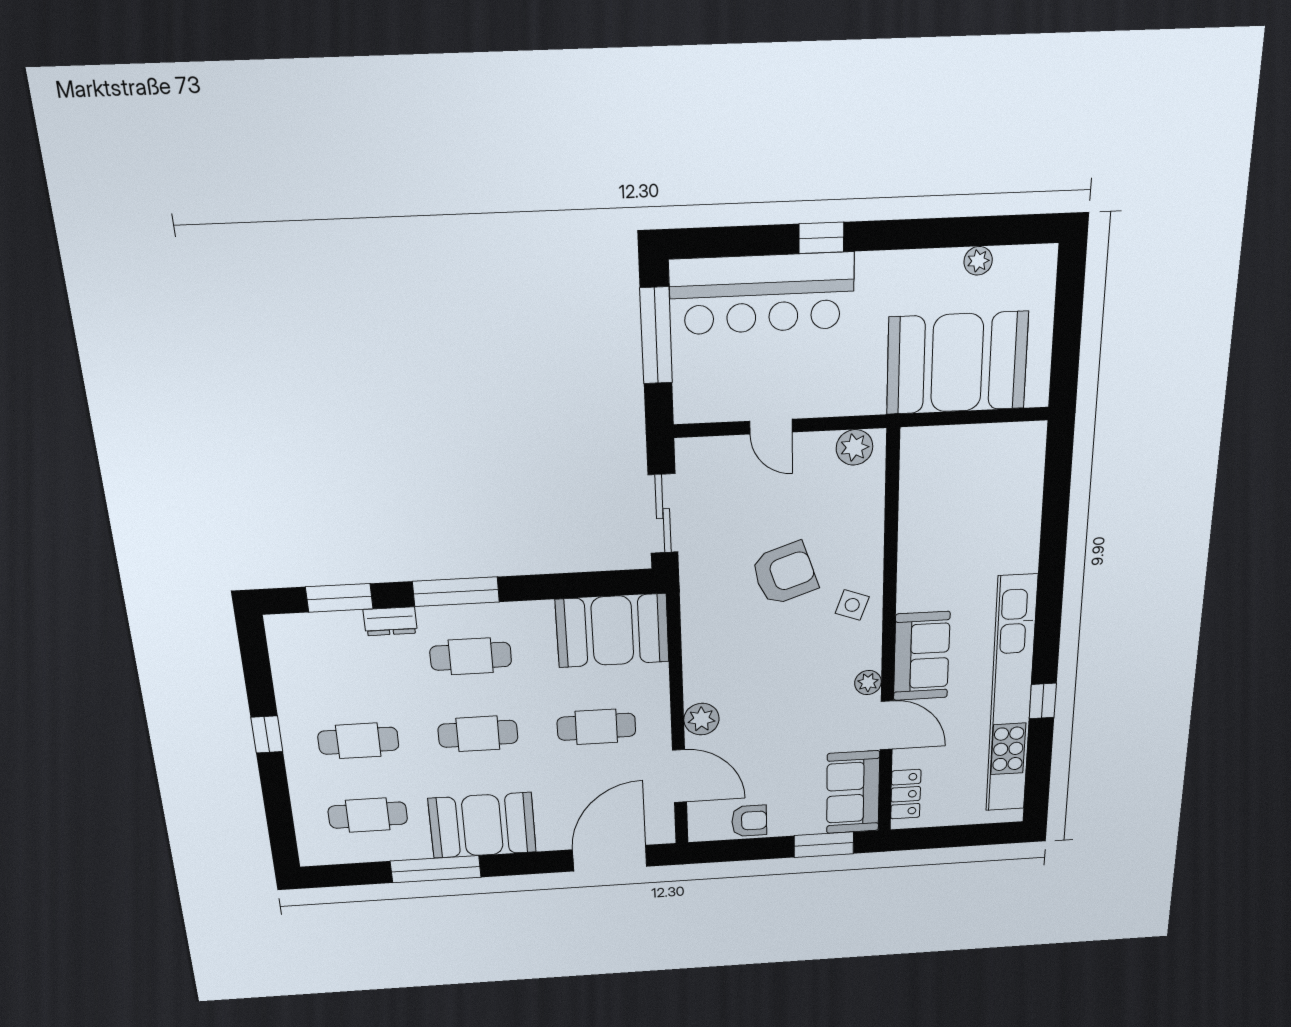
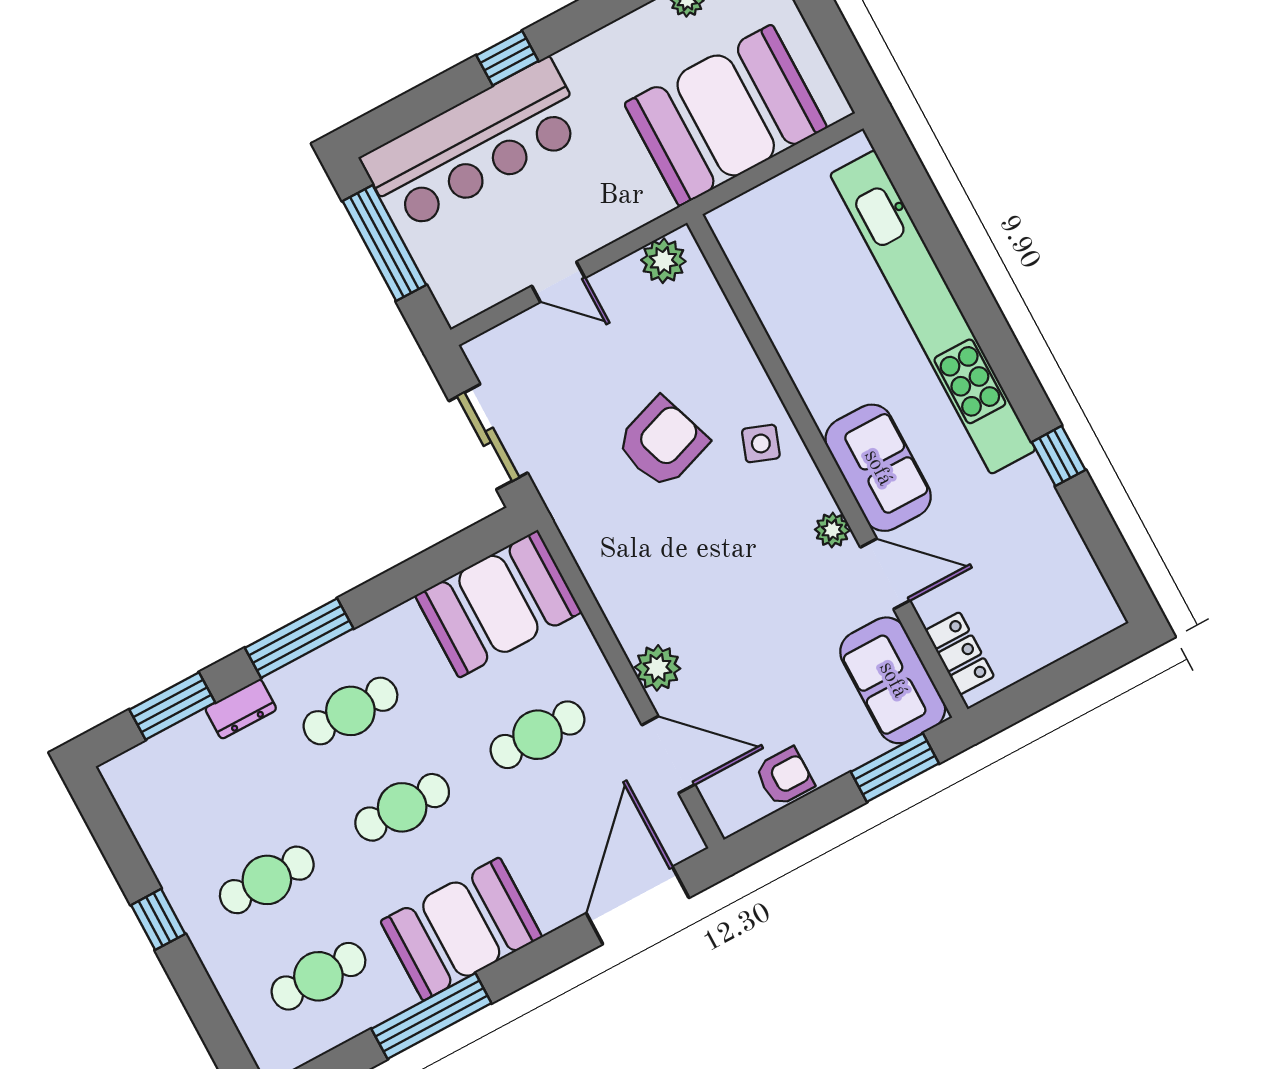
kitchen unit: (1011, 696) -> (933, 312), moved

